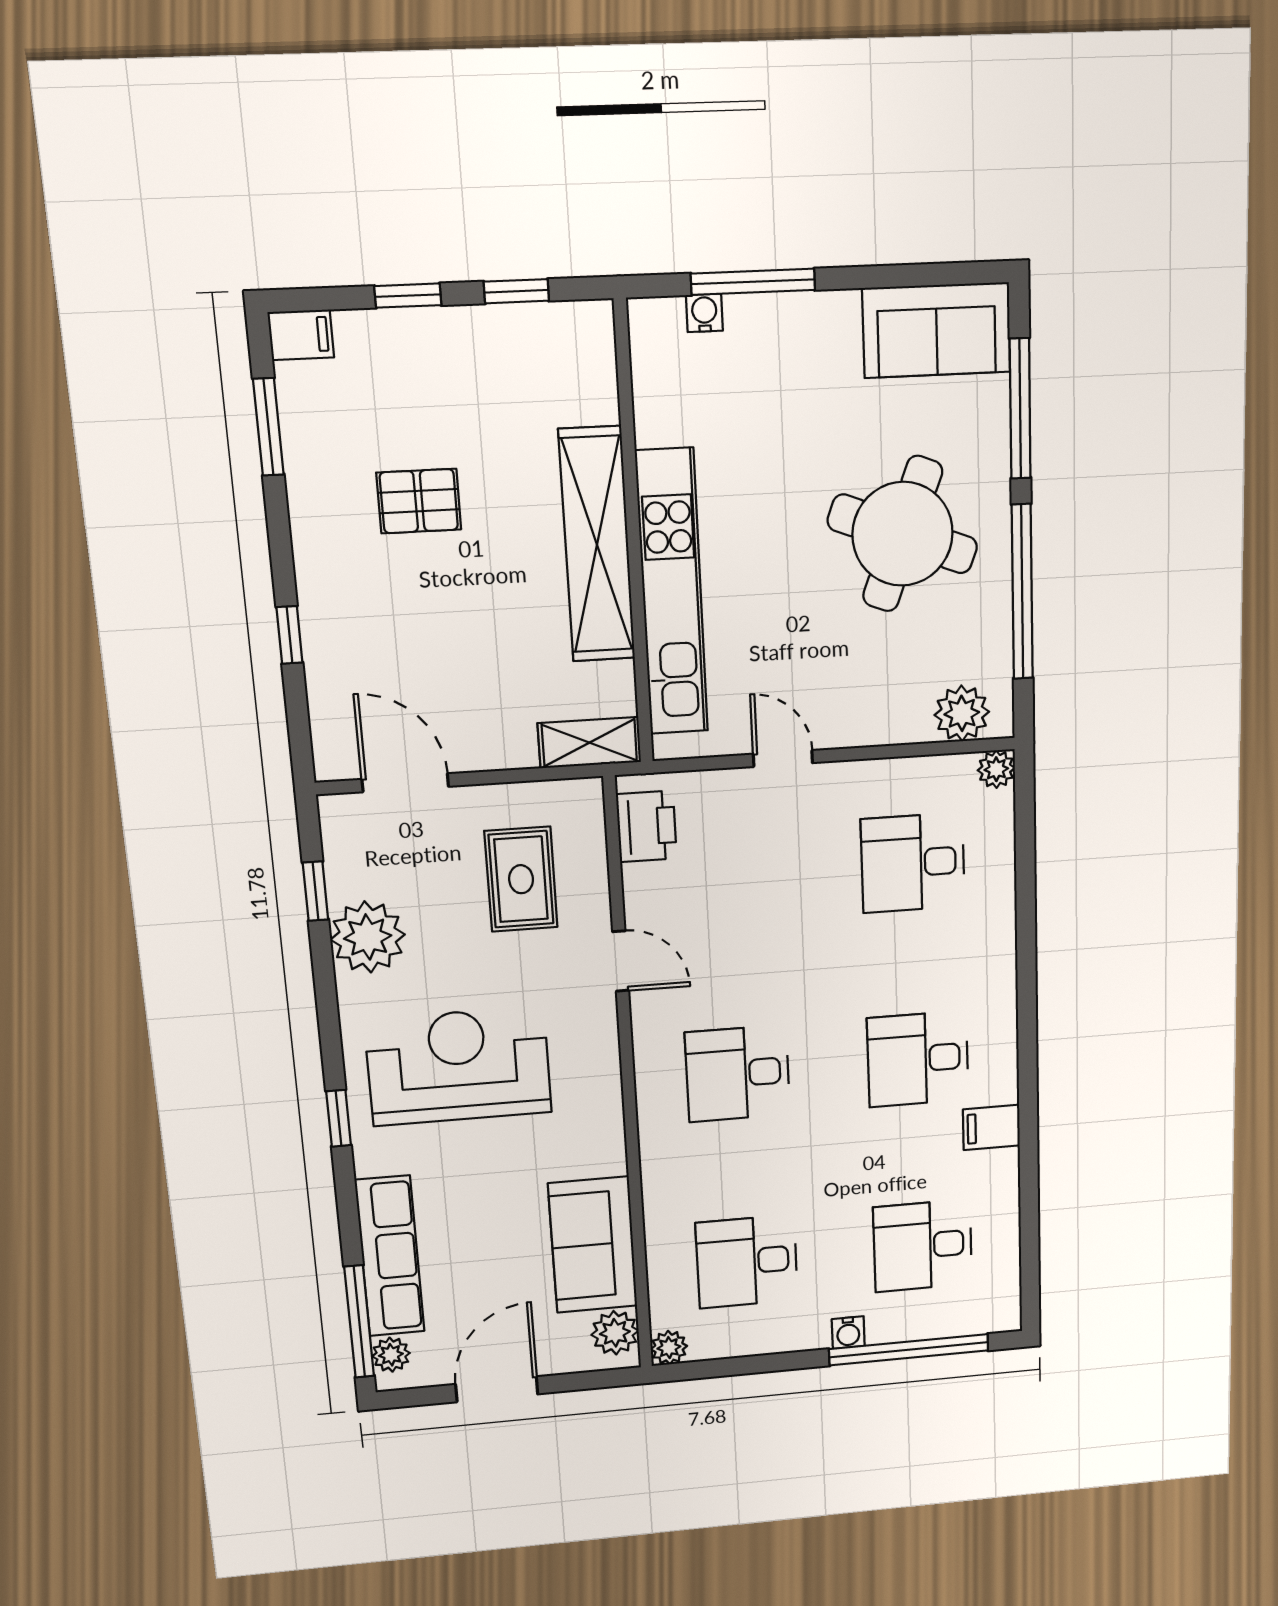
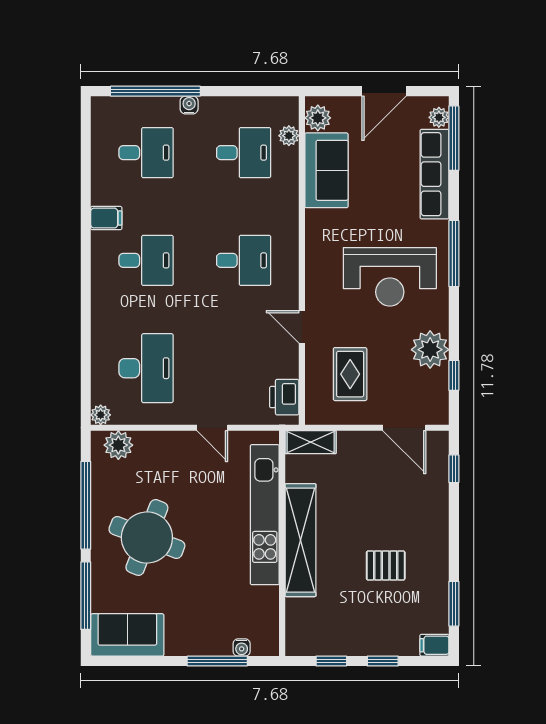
window: (290, 635) -> (454, 469), moved
desk: (913, 863) -> (146, 368), width x1.37
window: (339, 1118) -> (454, 254), width x2.17
plant: (669, 1348) -> (289, 136), moved

